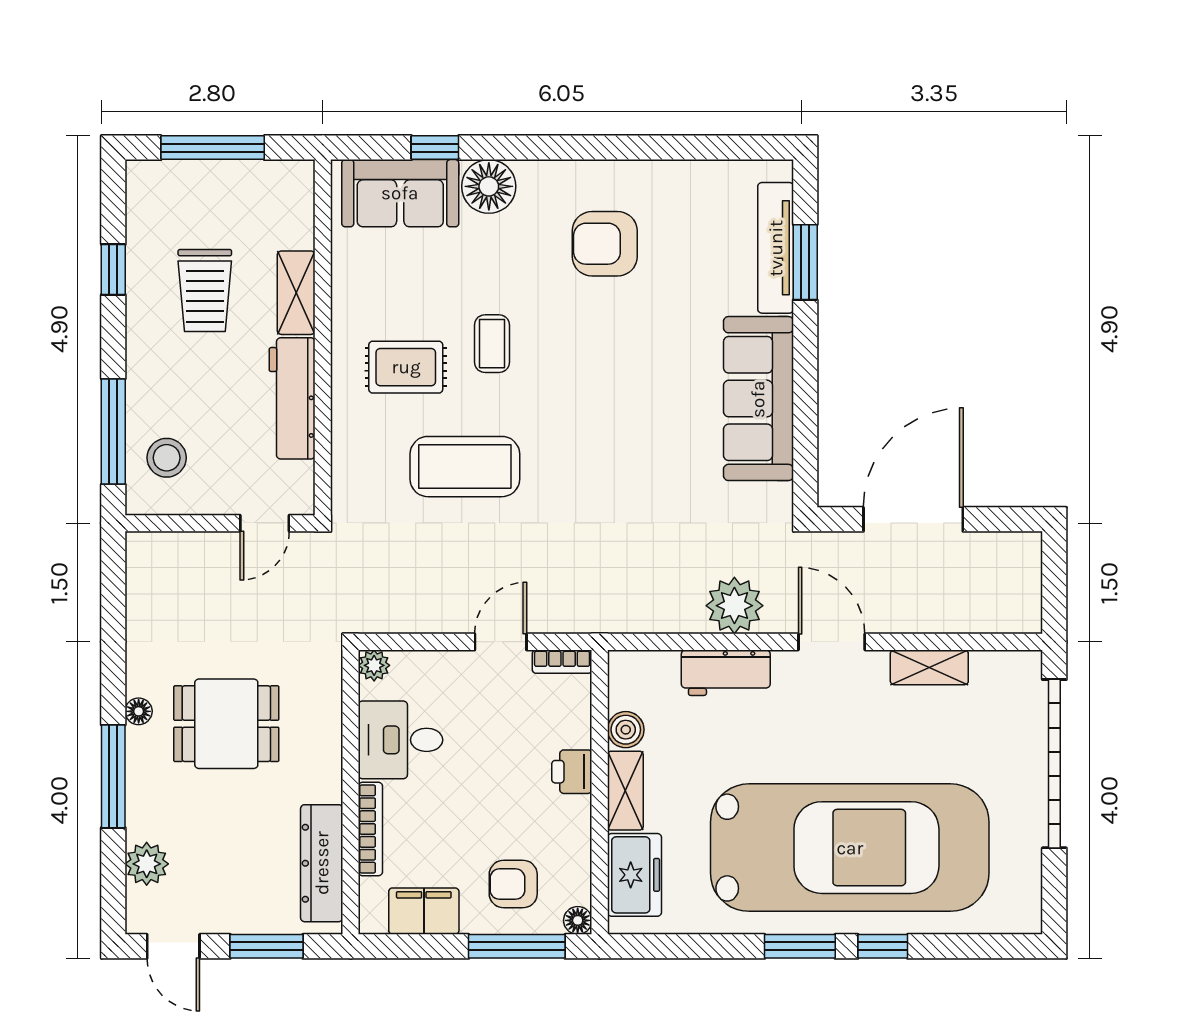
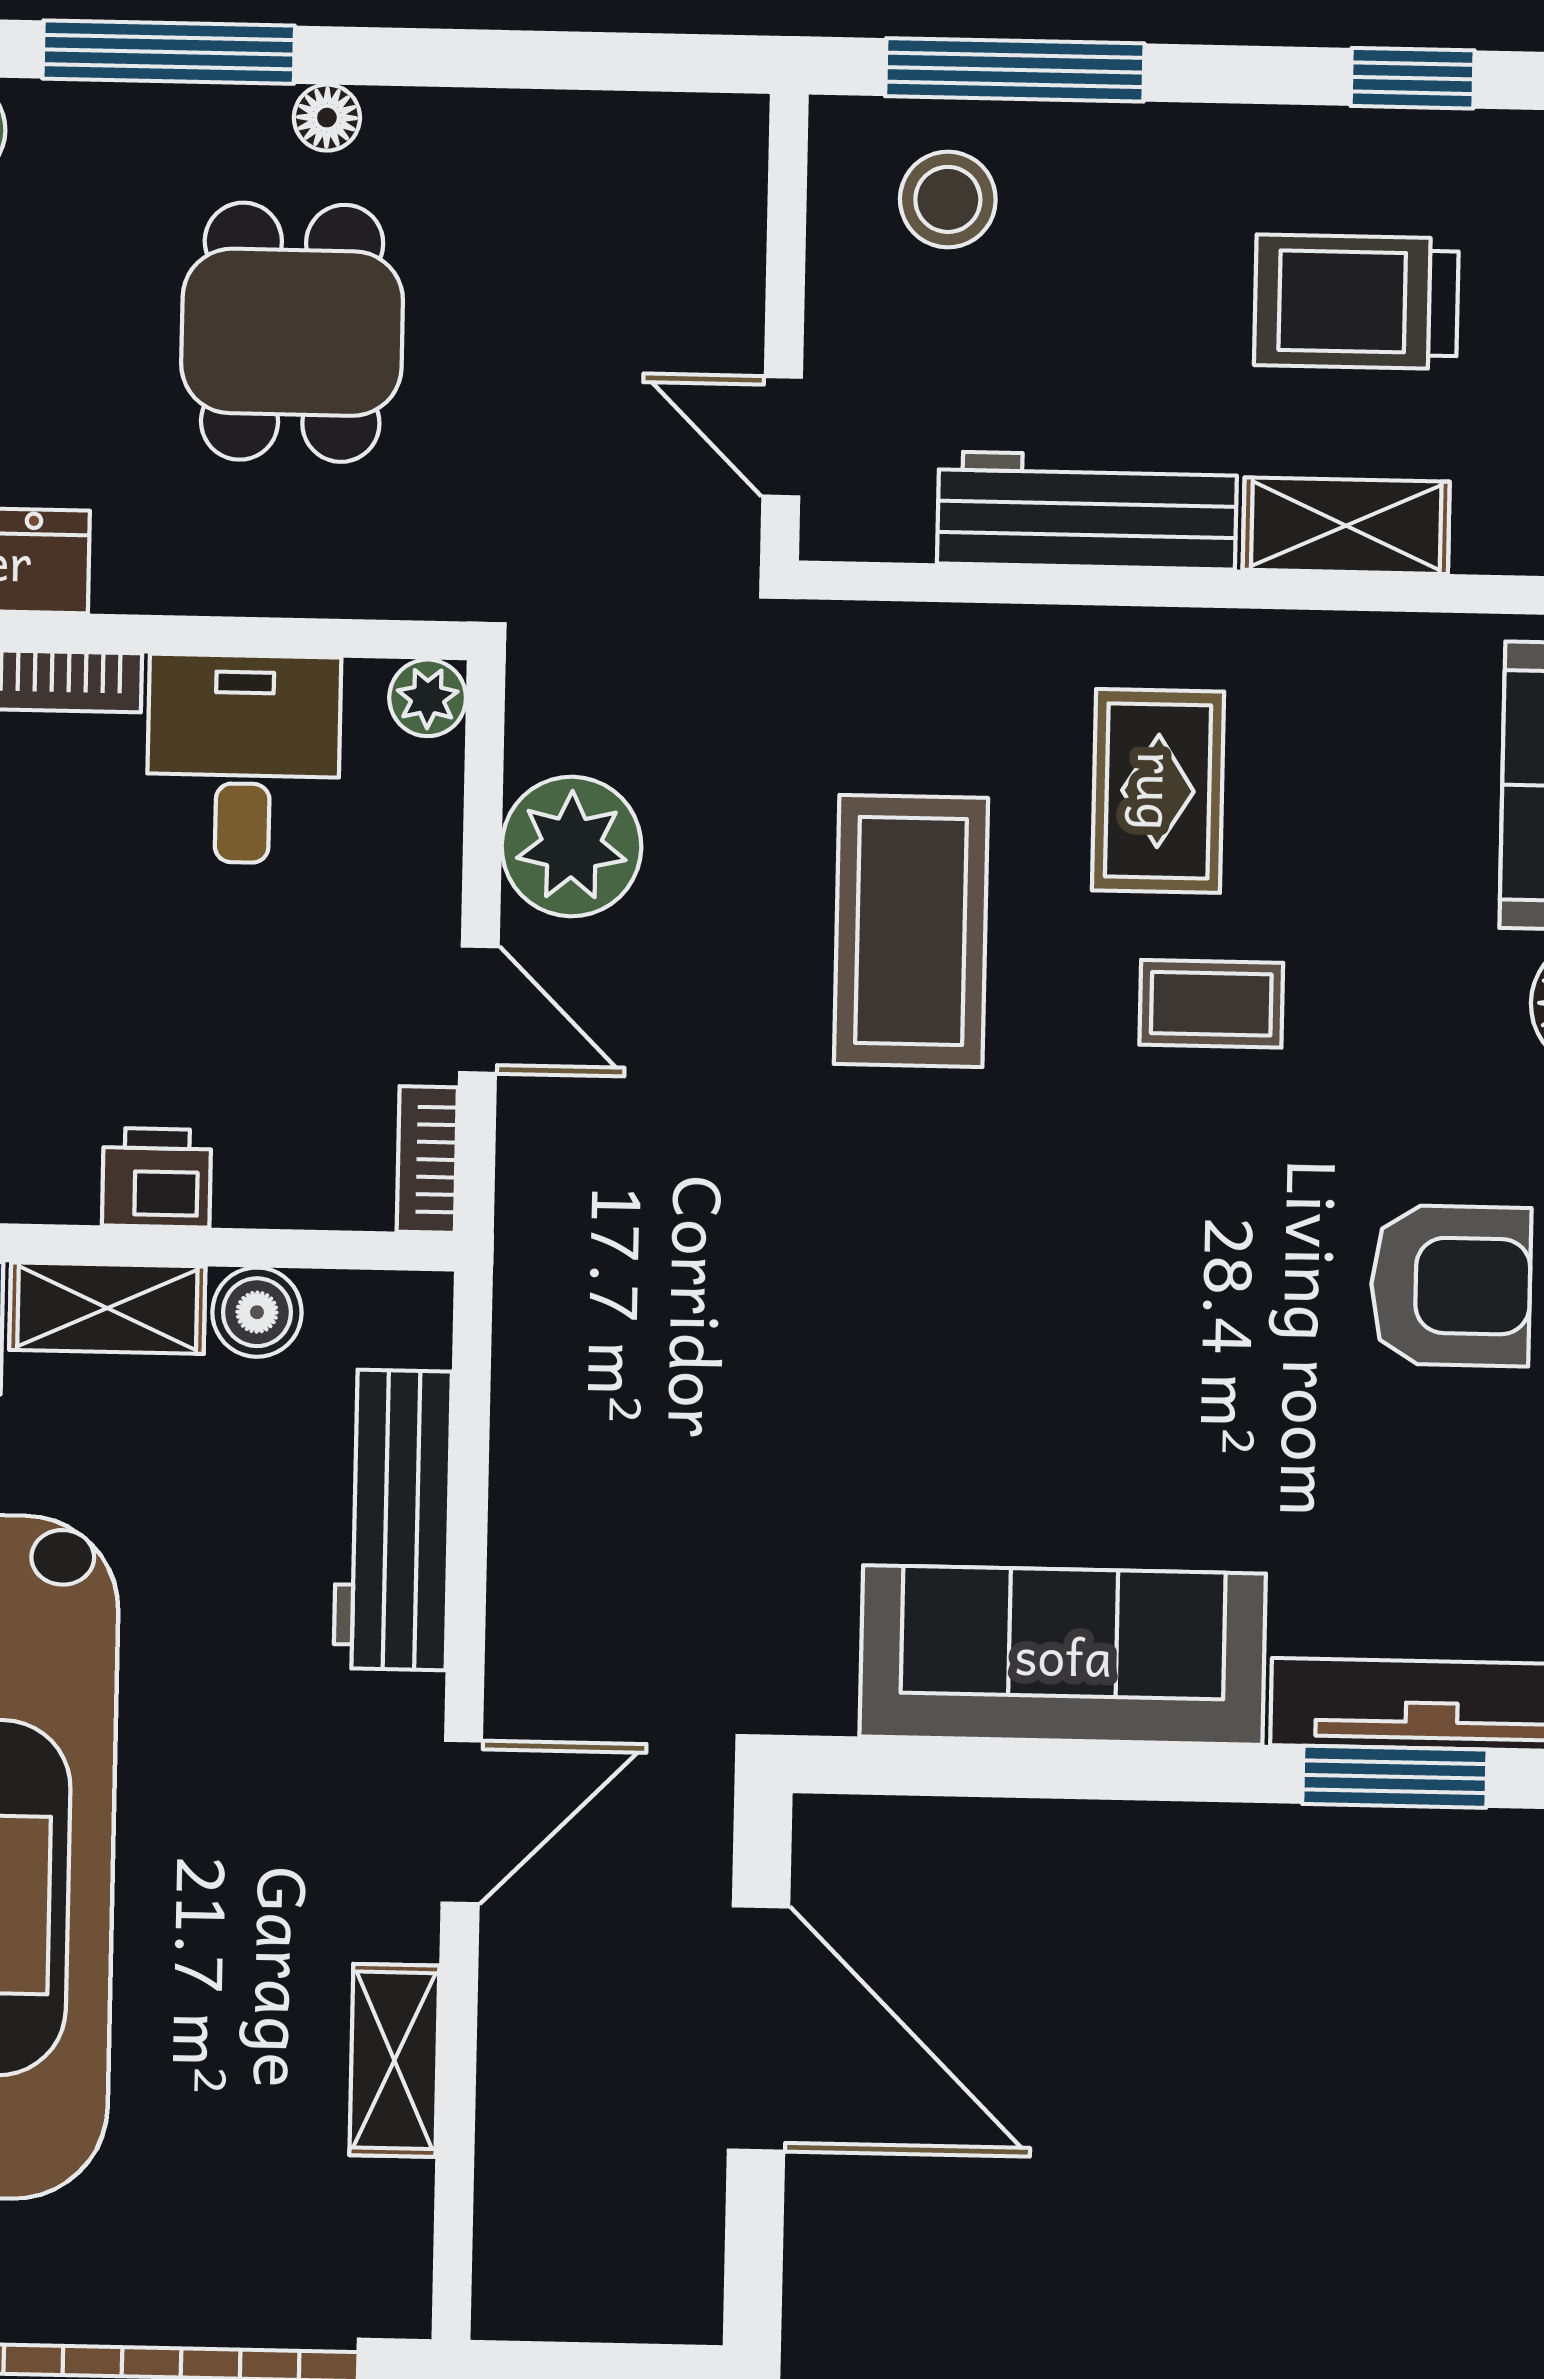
armchair: (605, 244) -> (1451, 1286), turned 90
plant: (734, 606) -> (571, 847), moved
workbench: (726, 673) -> (393, 1520), width x1.38

